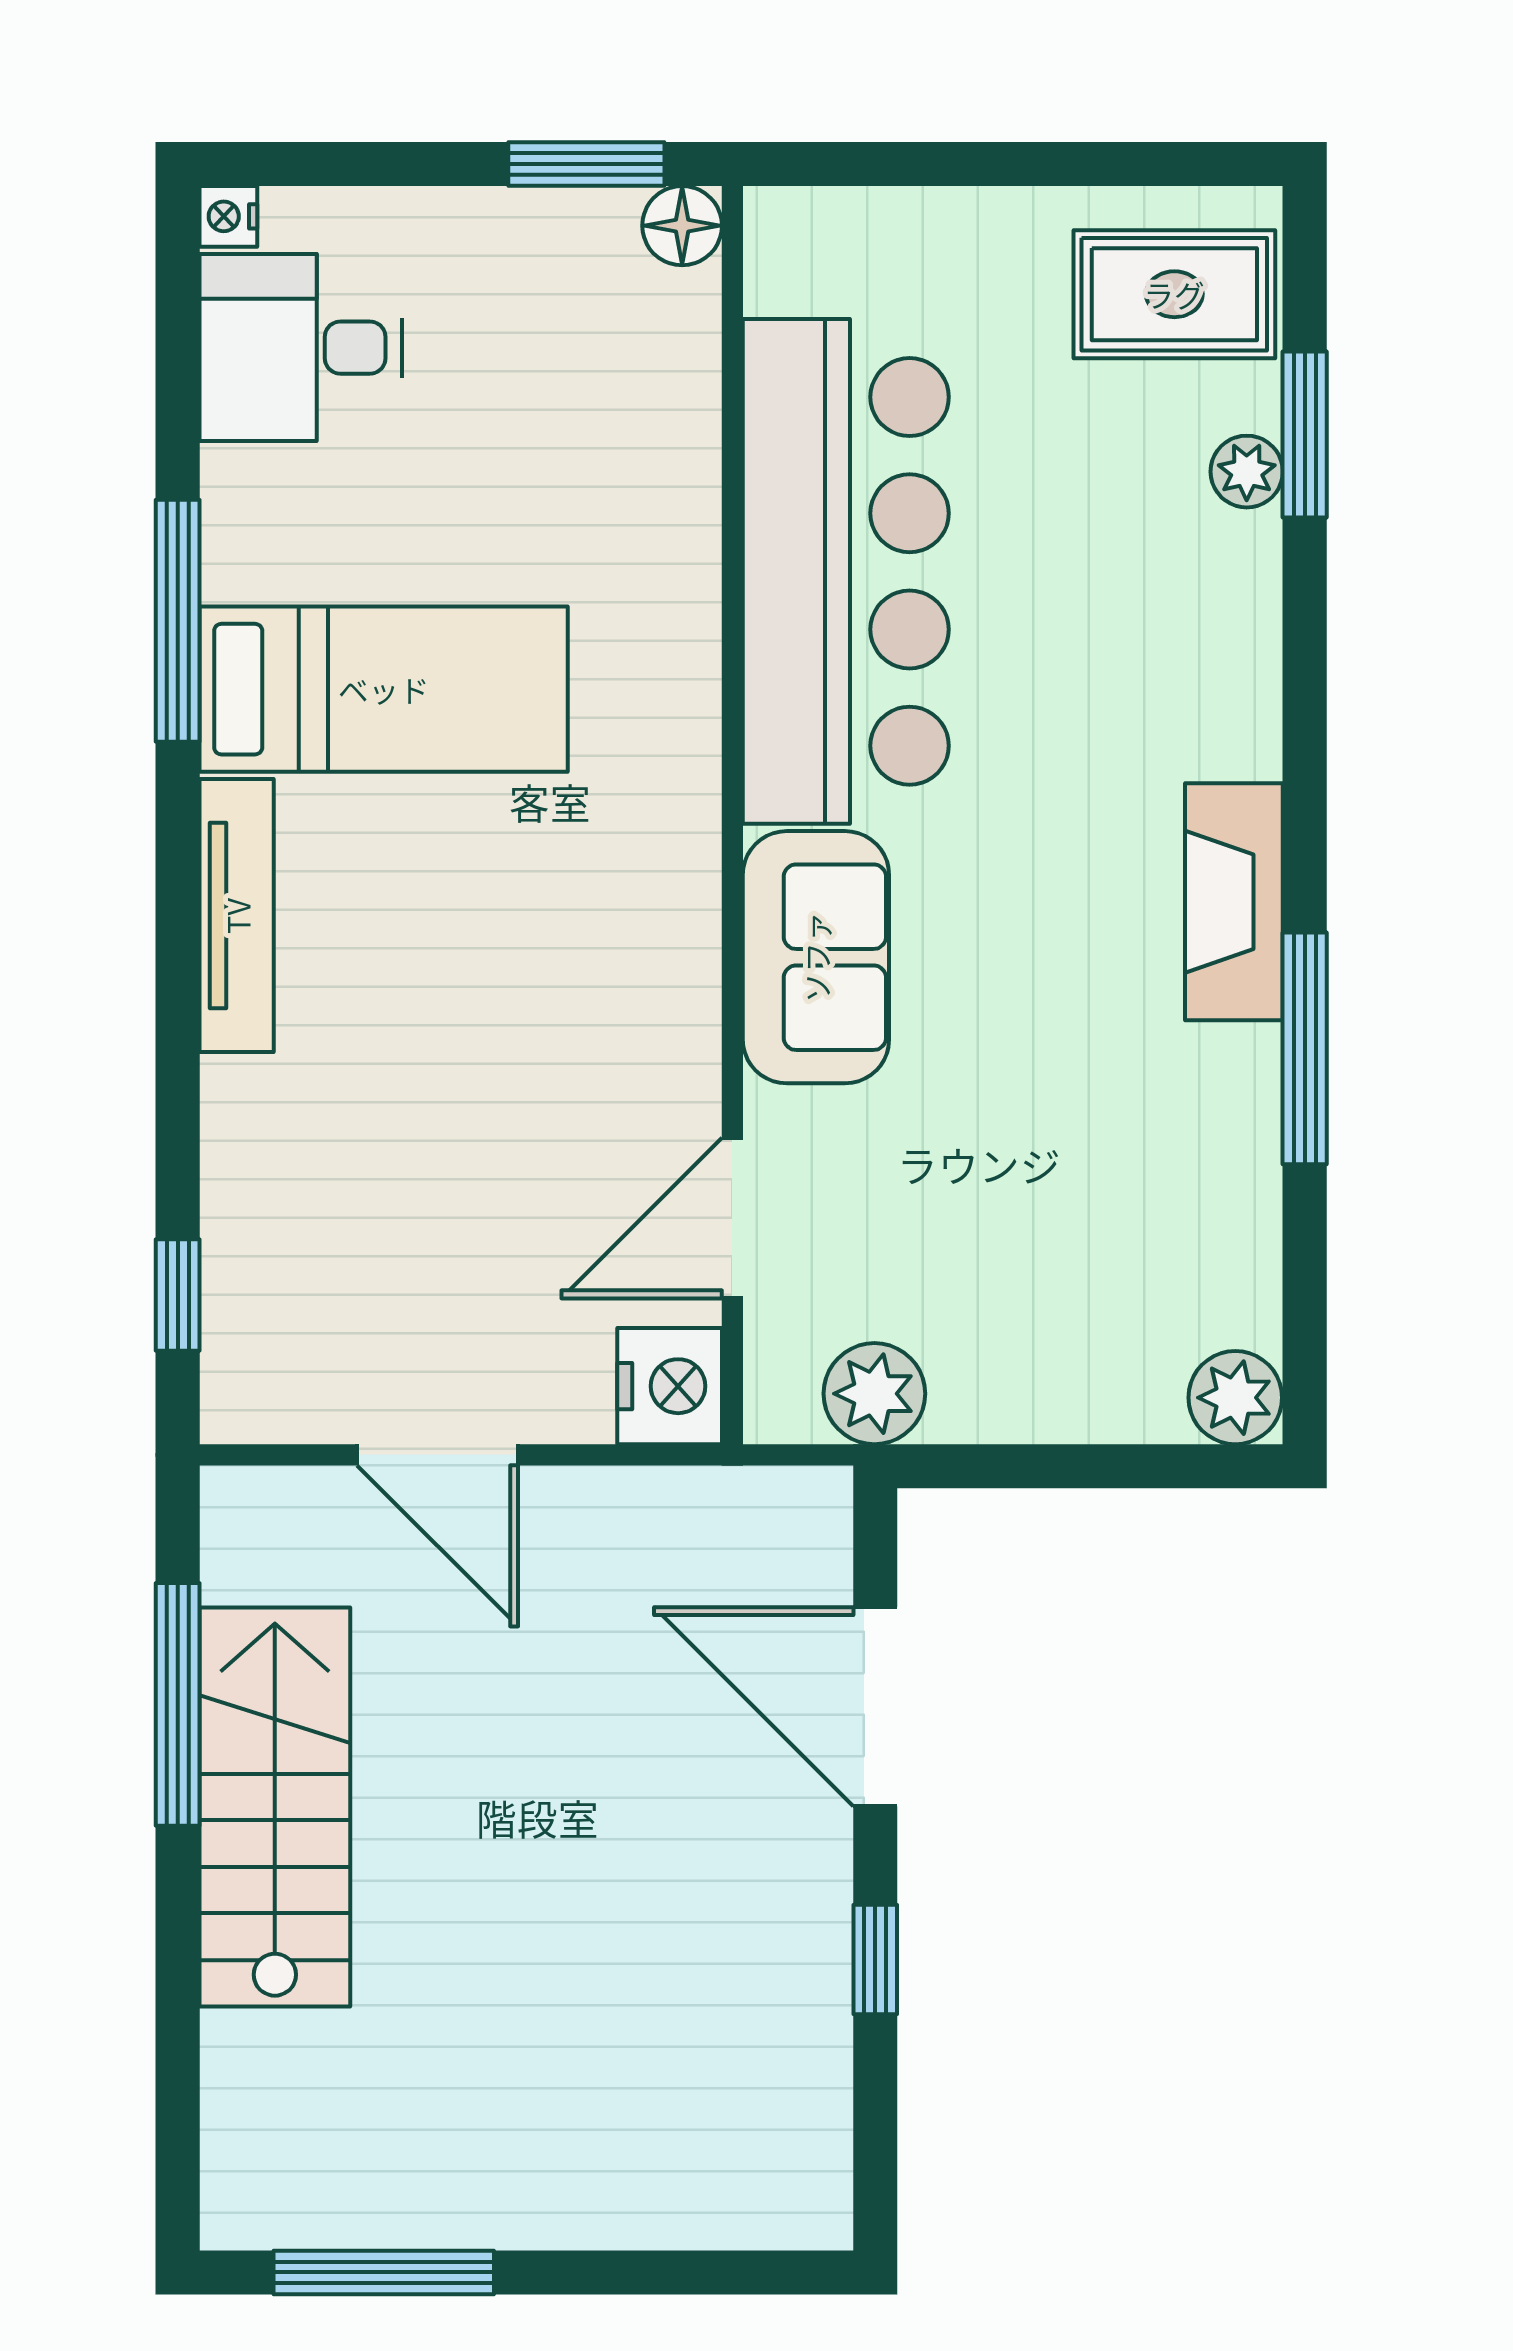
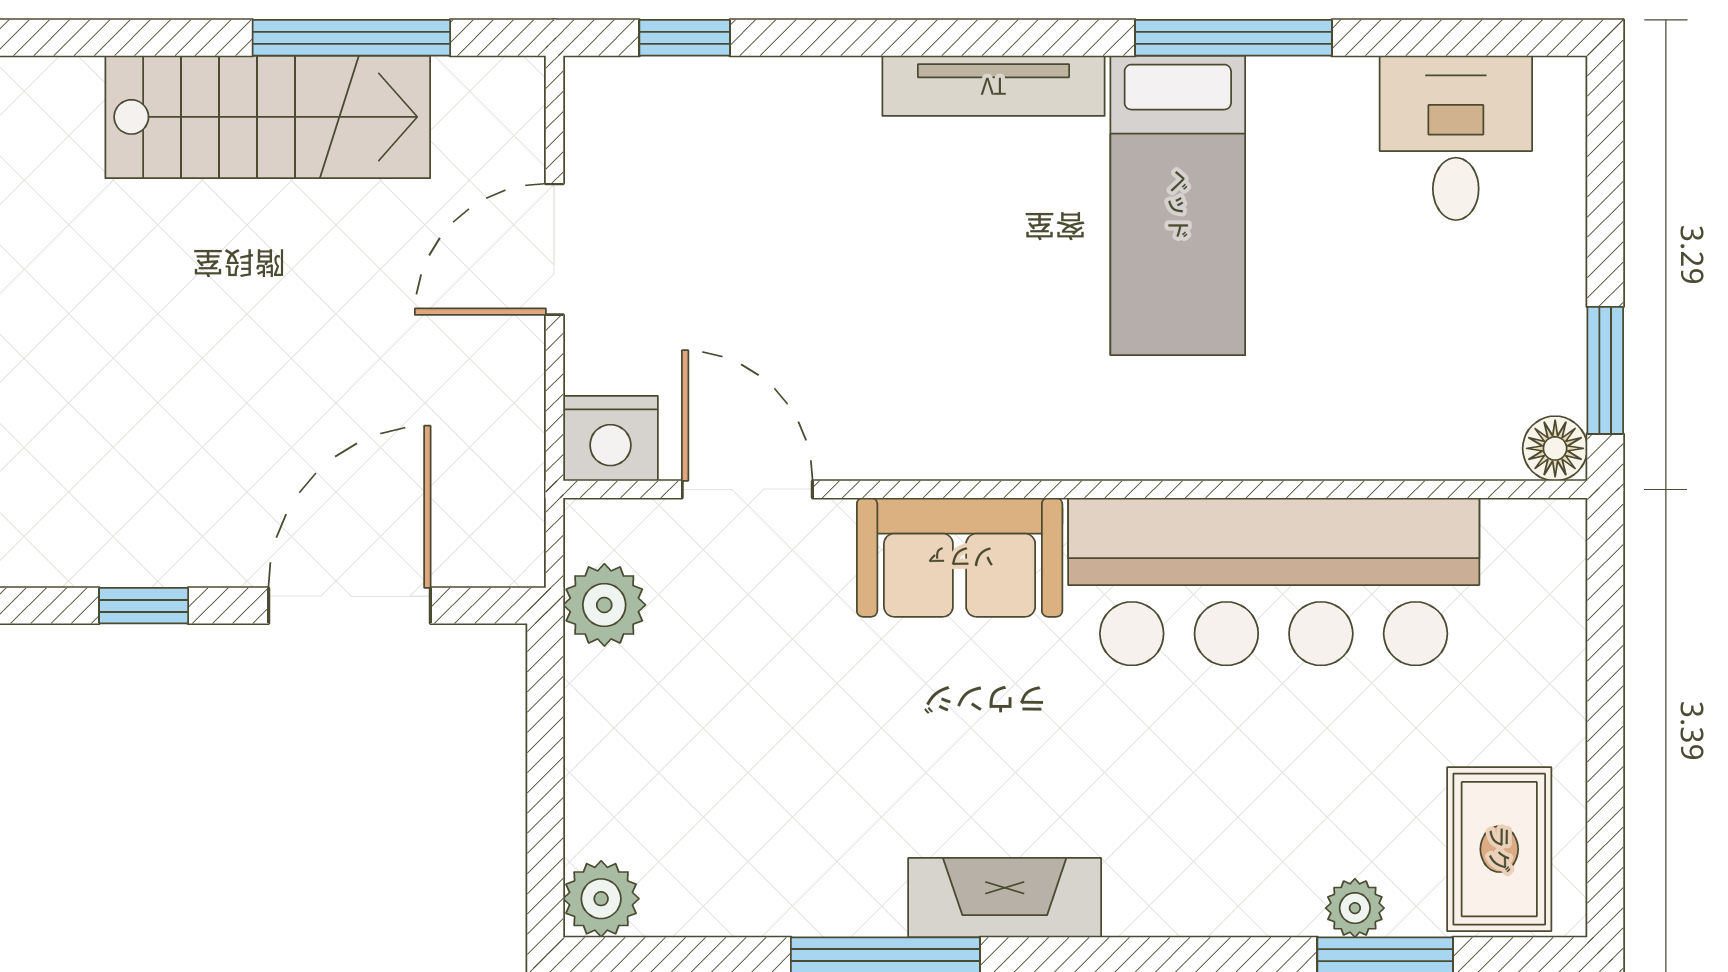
nightstand: (228, 216) -> (1563, 79), removed

